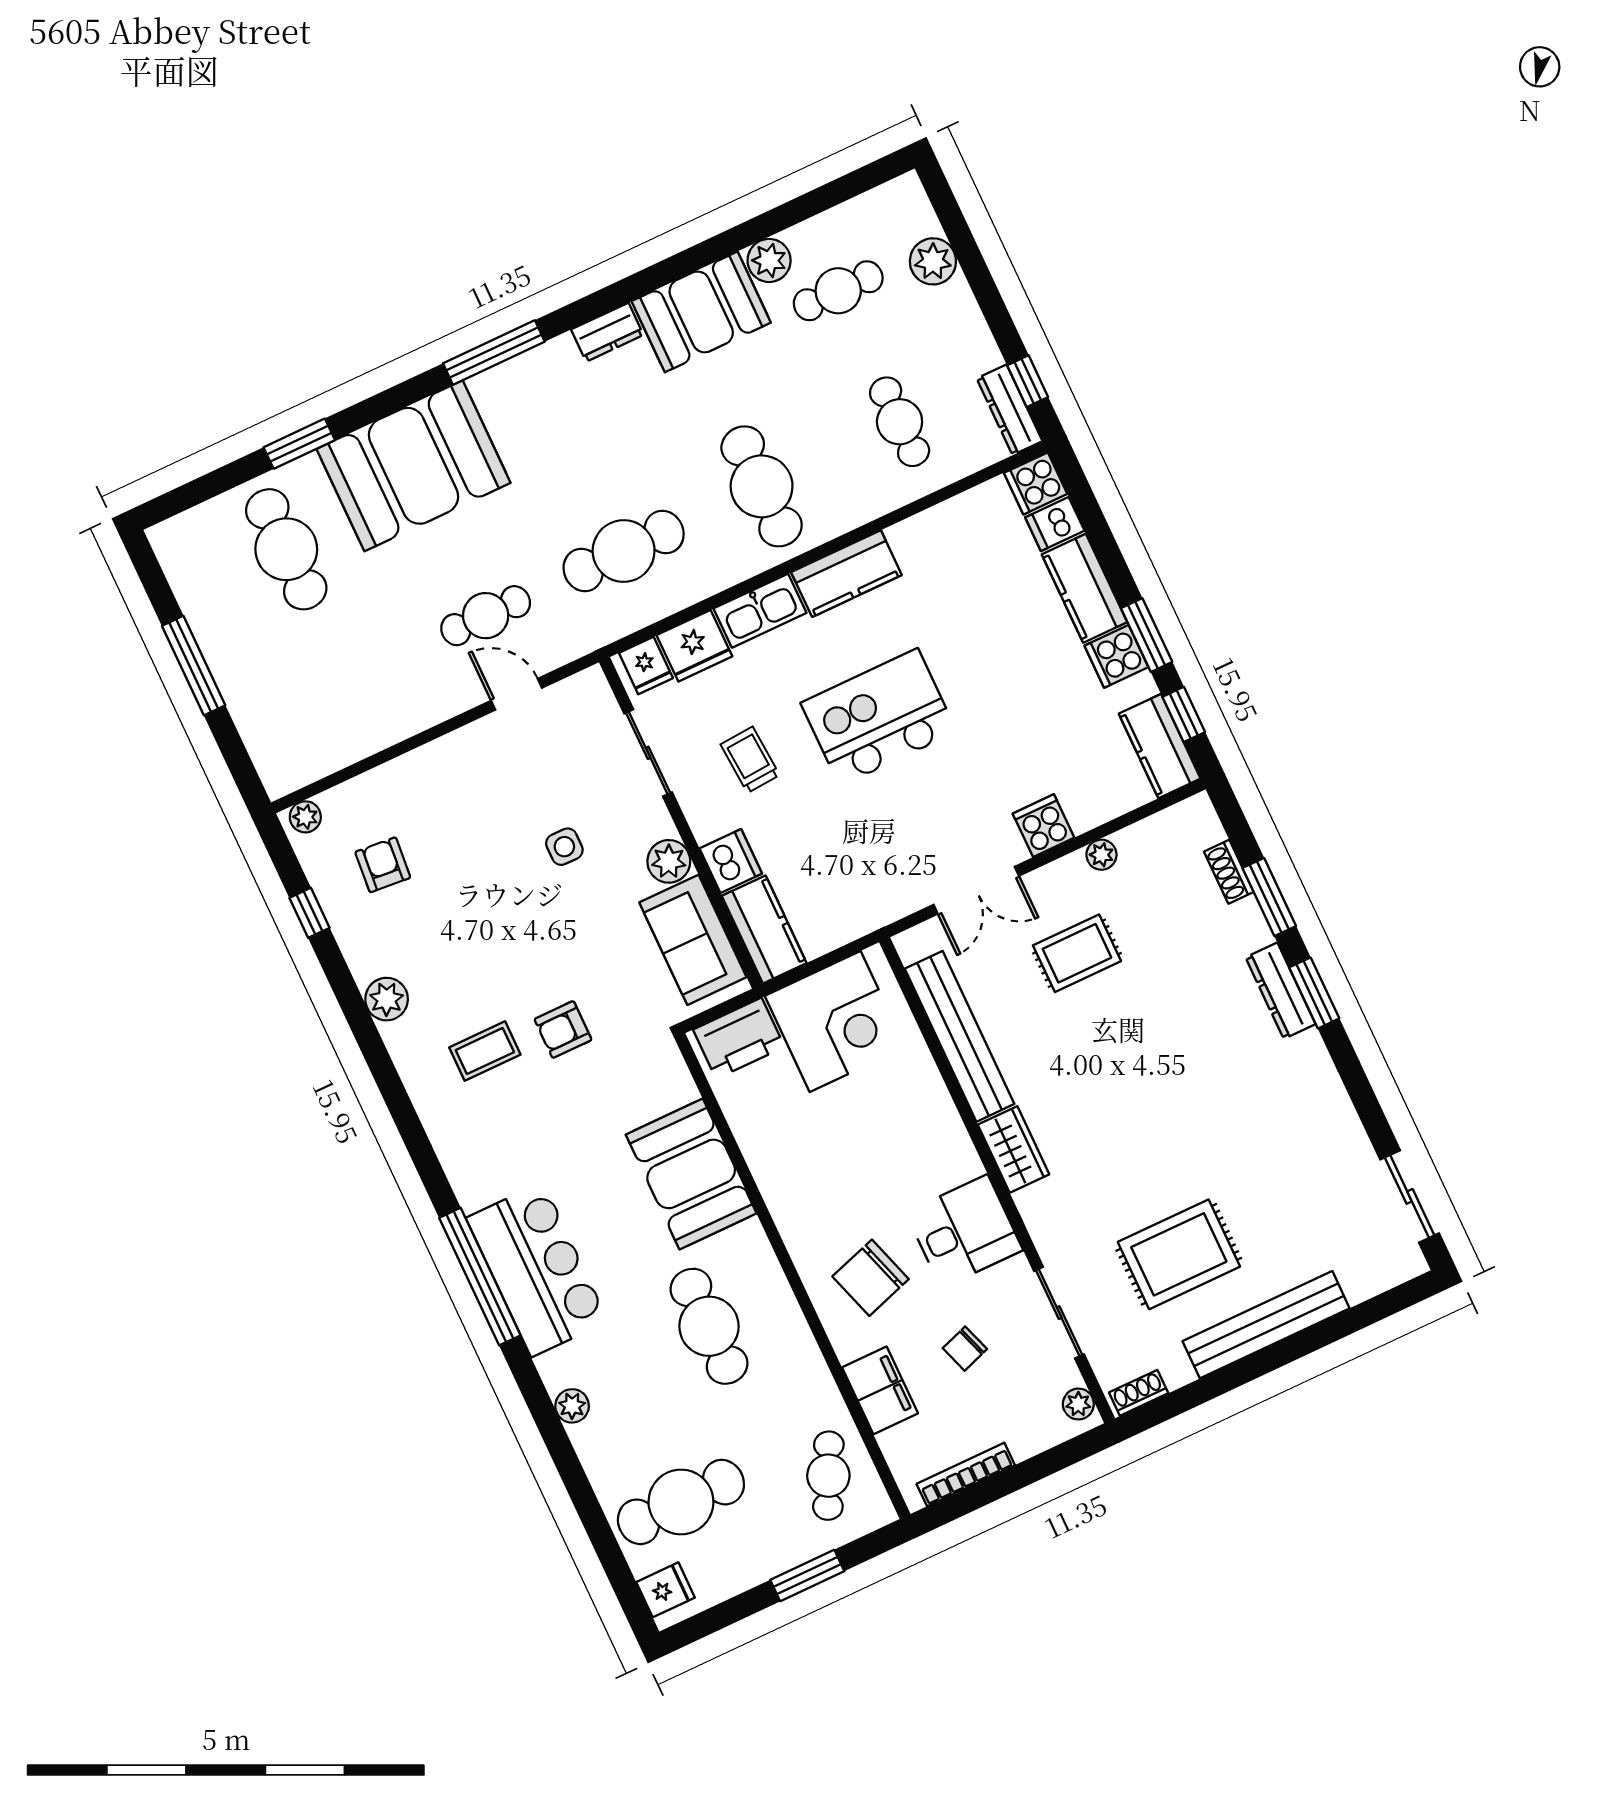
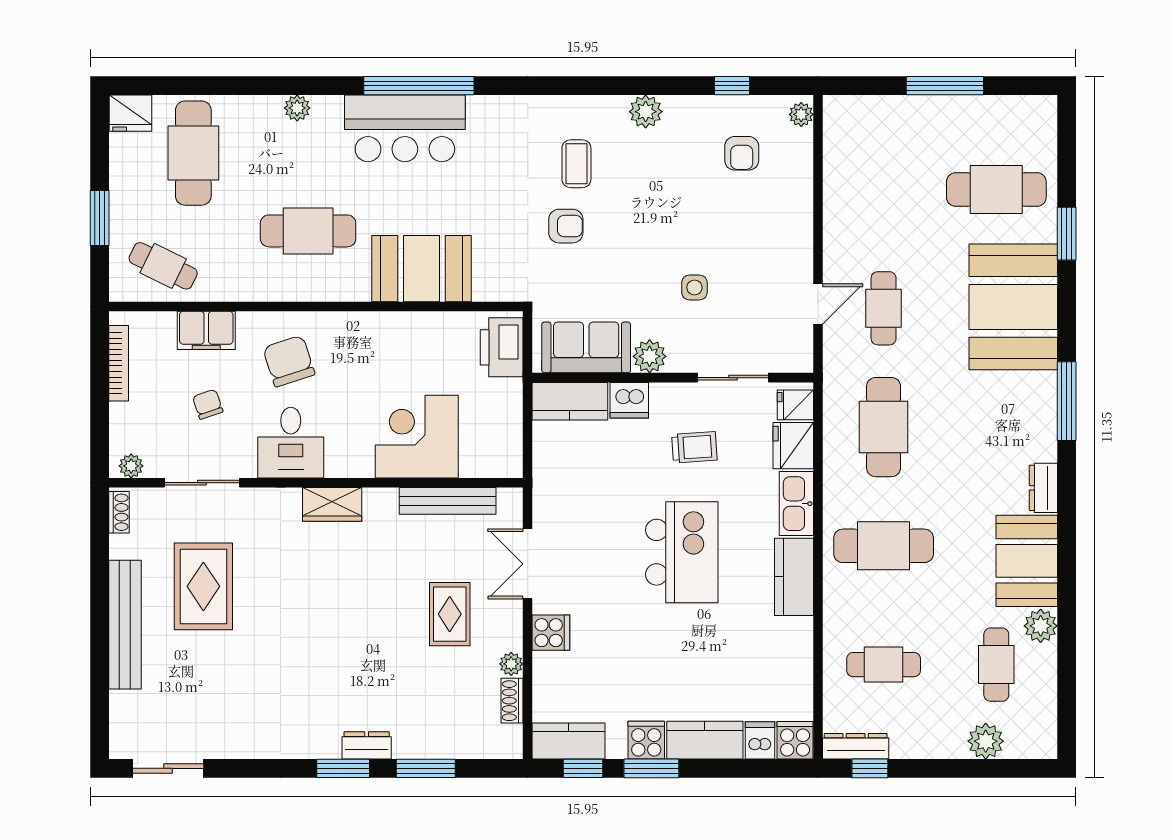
armchair: (383, 865) -> (742, 153), turned 85
shoe rack: (1229, 872) -> (512, 701), moved, turned -90
dresser: (1281, 991) -> (367, 745), width x0.70
corner desk: (835, 1022) -> (417, 437), moved, turned 90
armchair: (563, 1030) -> (566, 226), turned 90
bench: (959, 1036) -> (448, 501), width x0.73, depth x0.82
fridge: (665, 1590) -> (131, 113), width x1.38

